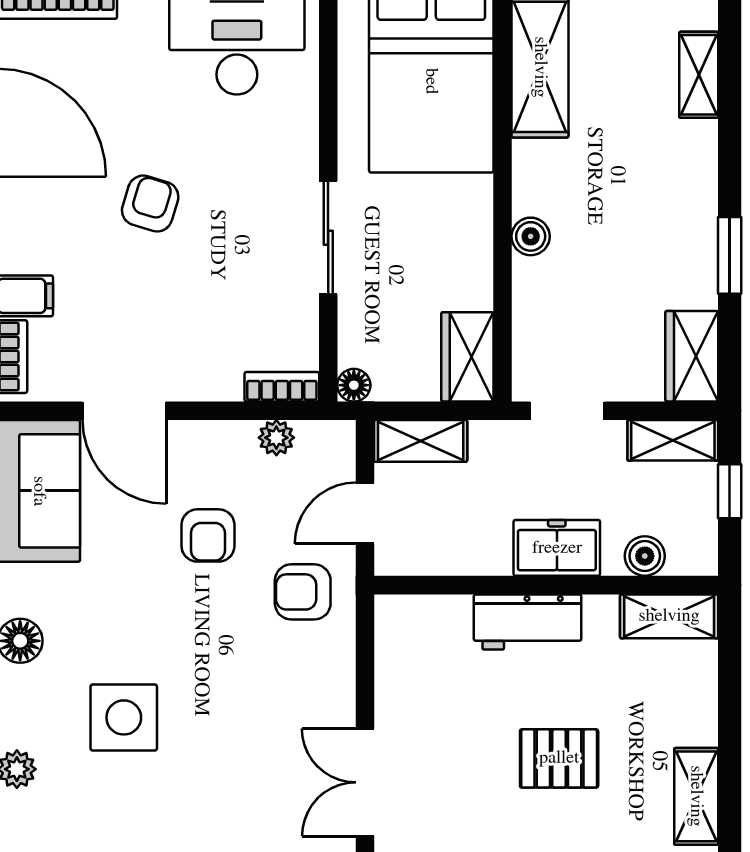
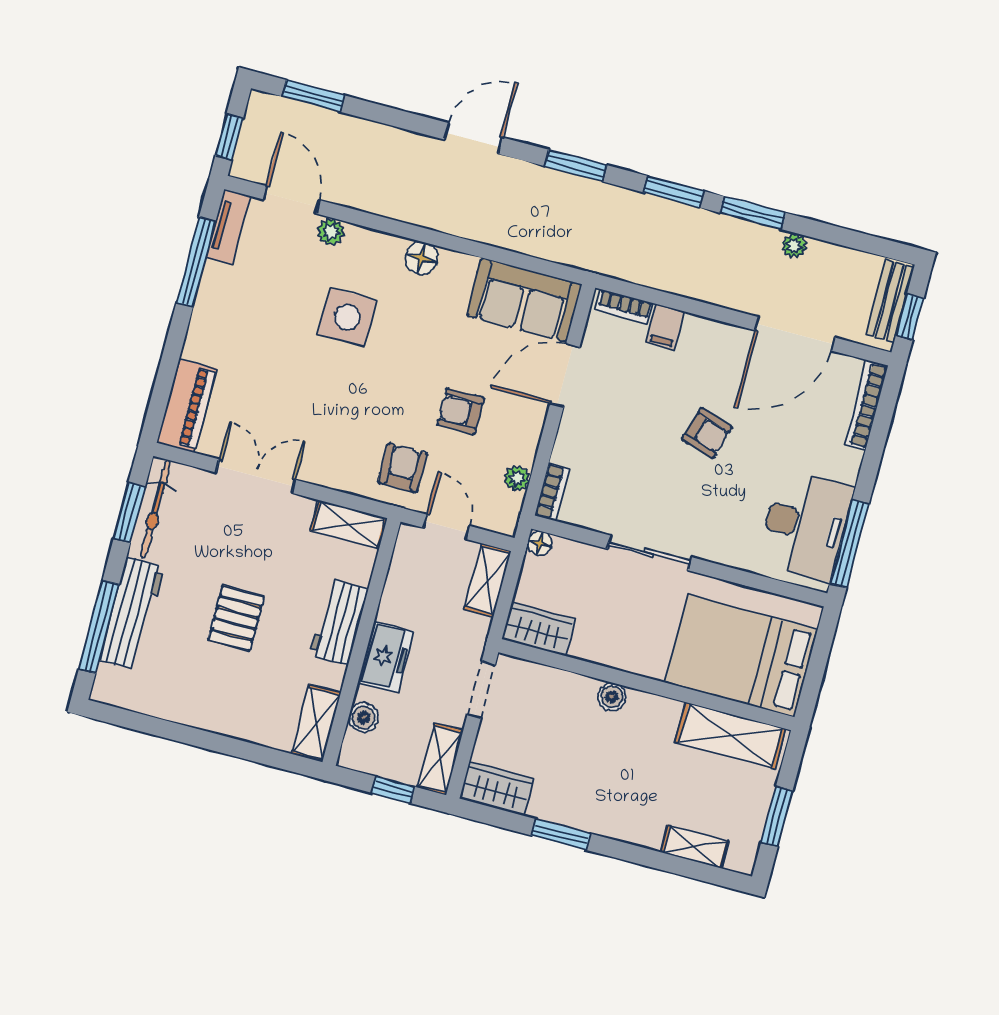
shelving: (696, 796) -> (349, 525), moved

